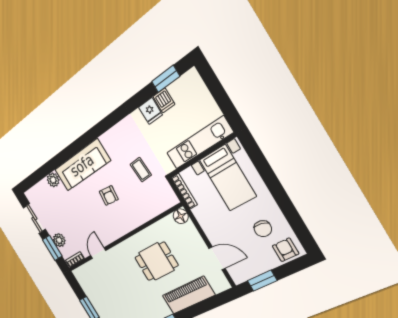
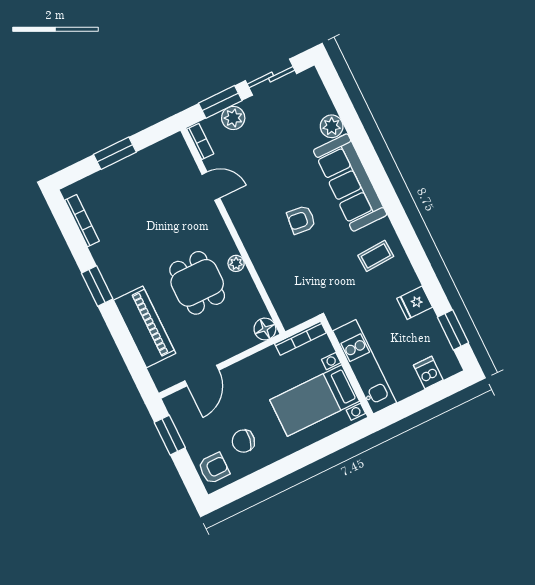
dishwasher: (164, 100) -> (428, 373), moved, turned 90
coffee table: (141, 170) -> (376, 256), moved
plant: (141, 237) -> (236, 263), added

